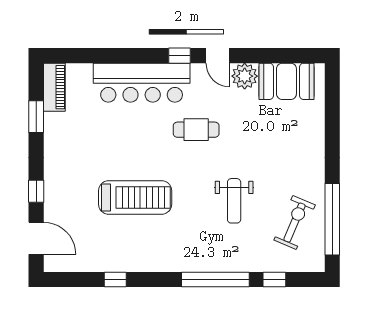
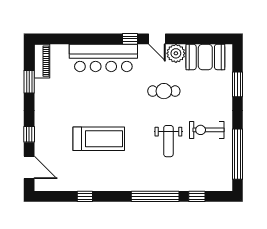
window: (332, 120) -> (238, 84), added
cafe table: (196, 130) -> (164, 91), moved
exercise bike: (295, 223) -> (207, 130), moved, turned -113

